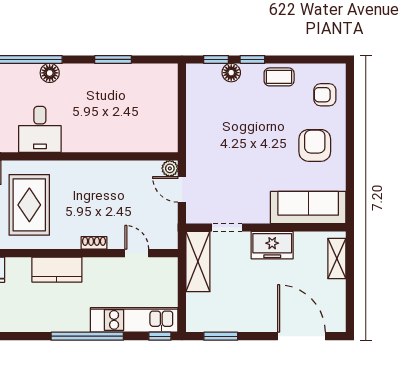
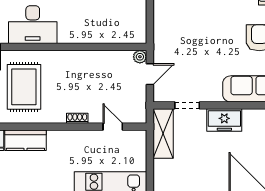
desk: (40, 129) -> (33, 25), width x1.37
door: (182, 189) -> (150, 74), swing flipped
kitchen counter: (57, 270) -> (25, 140), moved

